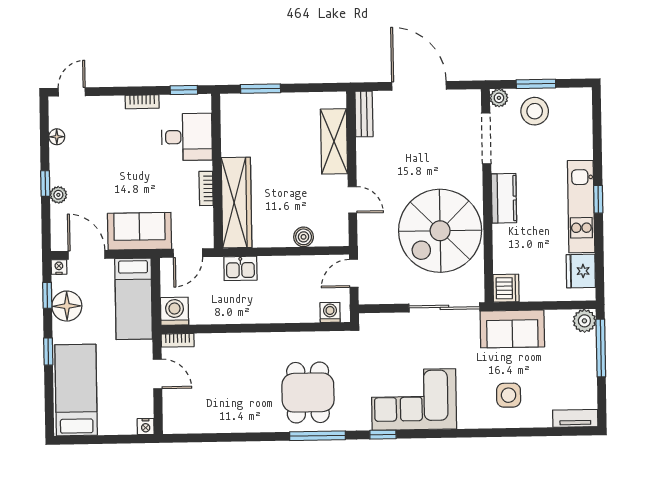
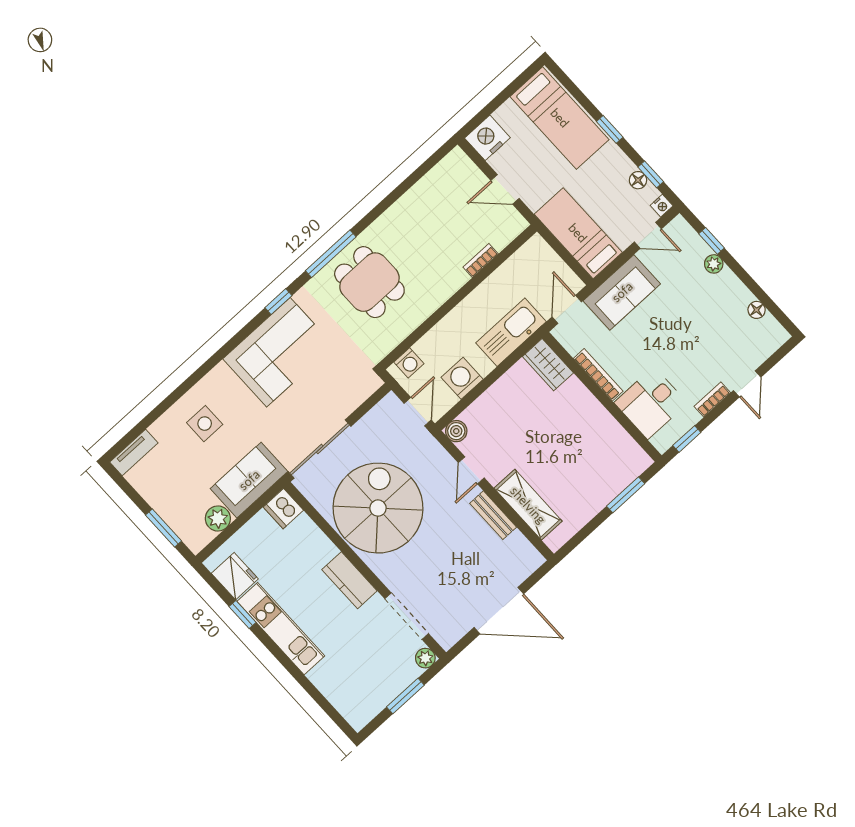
door: (72, 92) -> (747, 384), moved
stool: (535, 111) -> (387, 673), removed
bench: (364, 114) -> (493, 515), moved
window: (45, 184) -> (711, 241), moved
bookcase: (206, 188) -> (598, 375), width x1.56
window: (598, 199) -> (242, 614), moved
door: (352, 200) -> (471, 470), hinge flipped
wardrobe: (237, 203) -> (548, 365), width x0.48, depth x0.85
boiler: (304, 237) -> (456, 431), moved
door: (87, 255) -> (648, 235), width x0.73
kitchen sink: (240, 268) -> (511, 332), width x1.87, depth x1.24
floor lamp: (67, 306) -> (638, 180), width x0.53, depth x0.53
washing machine: (175, 311) -> (462, 378), moved, turned 180
plant: (584, 321) -> (218, 519), moved
bookcase: (178, 340) -> (481, 260), moved
window: (601, 348) -> (163, 528), width x0.69
nightstand: (146, 426) -> (487, 138), width x1.89, depth x1.79

